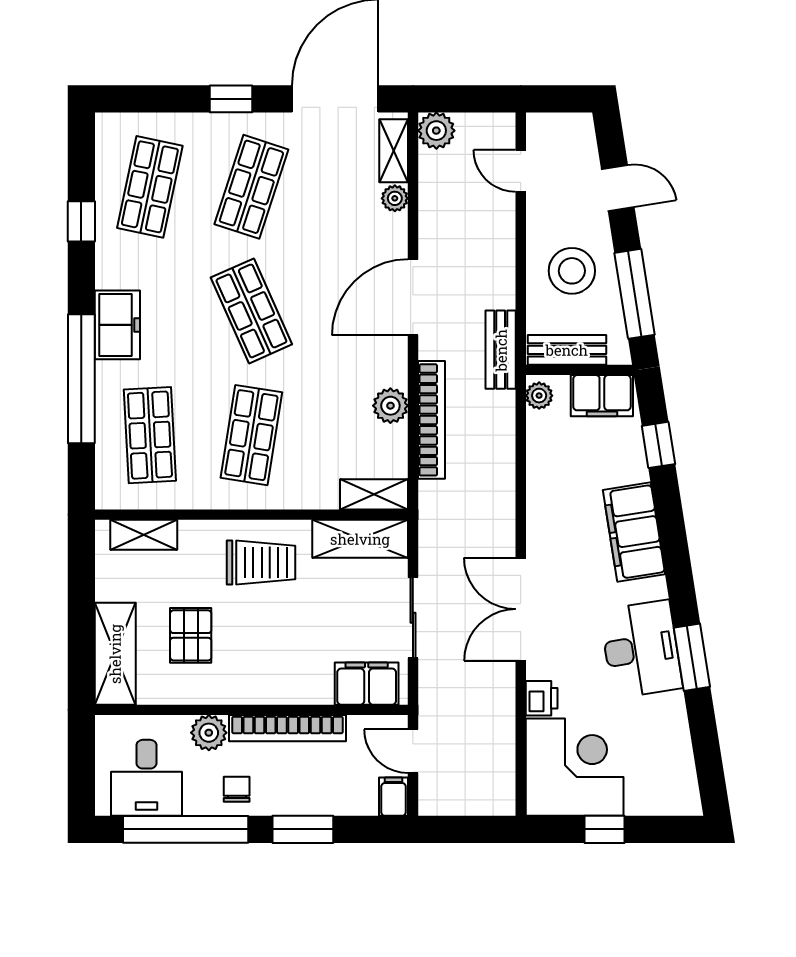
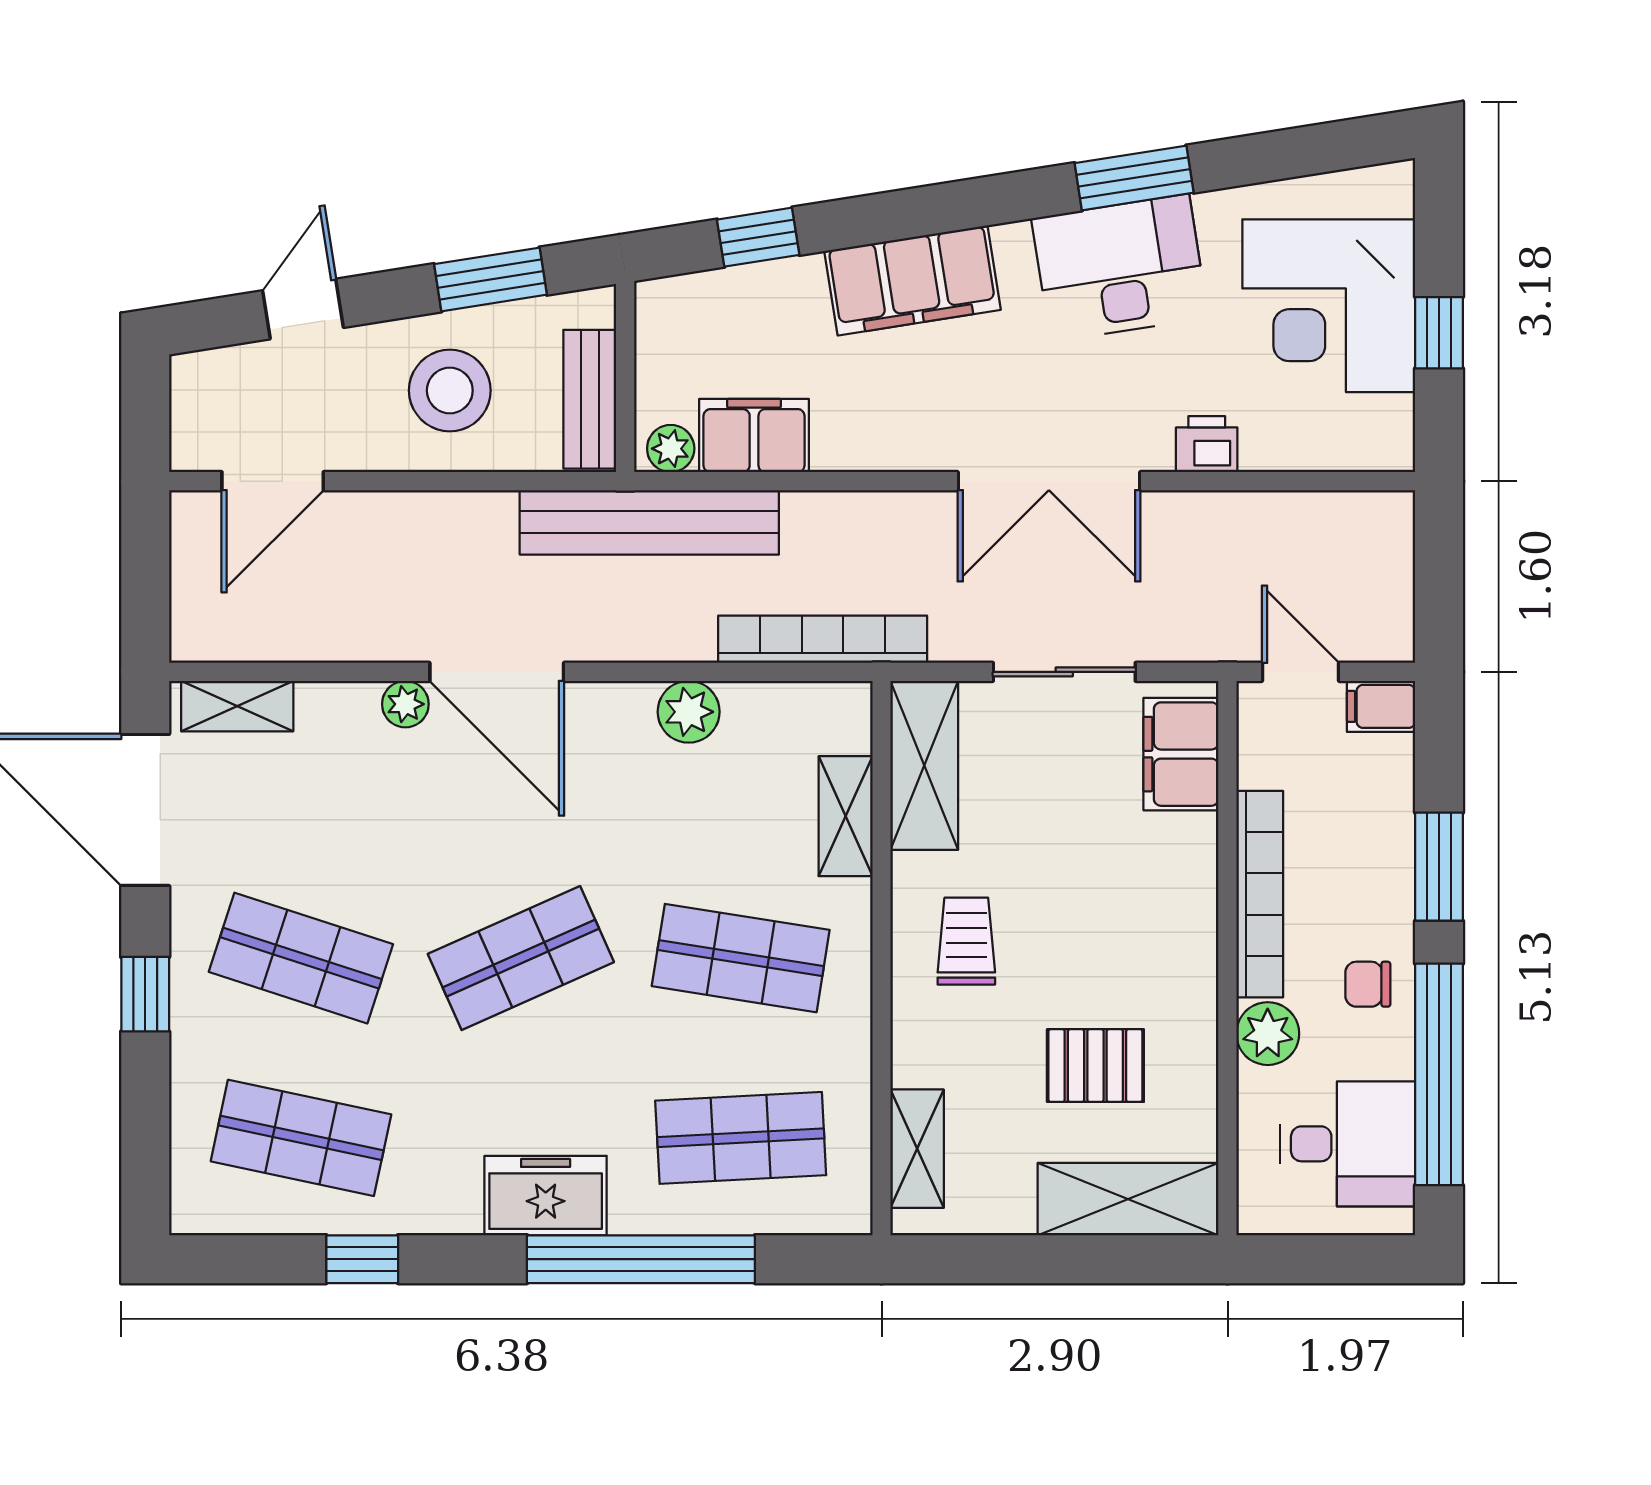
plant: (436, 131) -> (201, 631), removed
door: (521, 171) -> (273, 481), width x1.38
plant: (395, 198) -> (405, 704), moved
window: (635, 294) -> (490, 279), width x0.69
bench: (501, 350) -> (649, 522), width x1.86, depth x1.21
filing cabinet: (602, 396) -> (754, 436), moved, turned -90
bookcase: (431, 420) -> (823, 639), moved
shelving: (374, 494) -> (846, 816), moved
trolley: (261, 562) -> (966, 941), width x0.73, depth x0.72
door: (413, 751) -> (1301, 672), swing flipped
corner desk: (575, 767) -> (1329, 306), moved, turned -90

